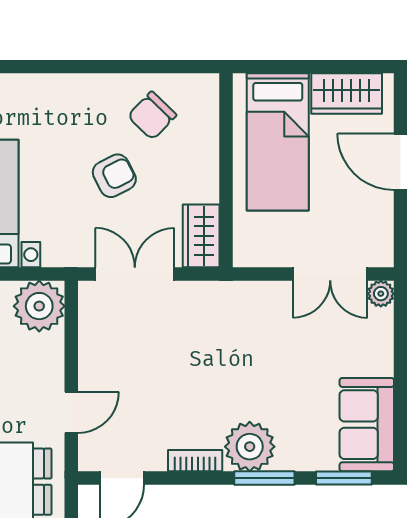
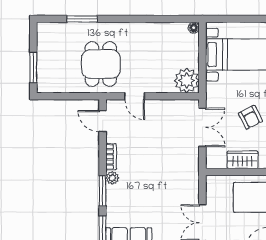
wardrobe: (201, 236) -> (243, 160), moved
plant: (250, 447) -> (112, 178), width x0.53, depth x0.53

